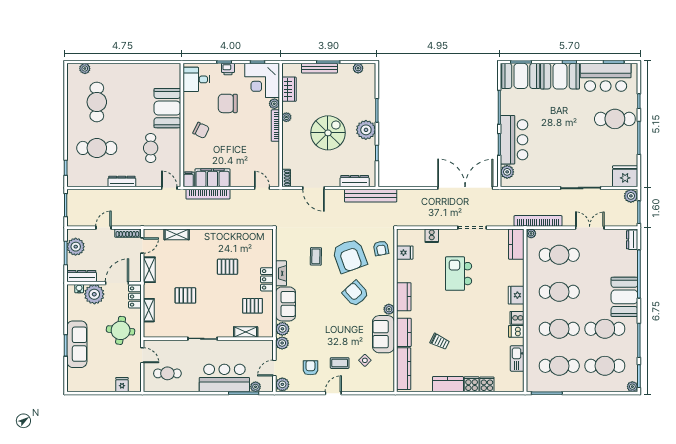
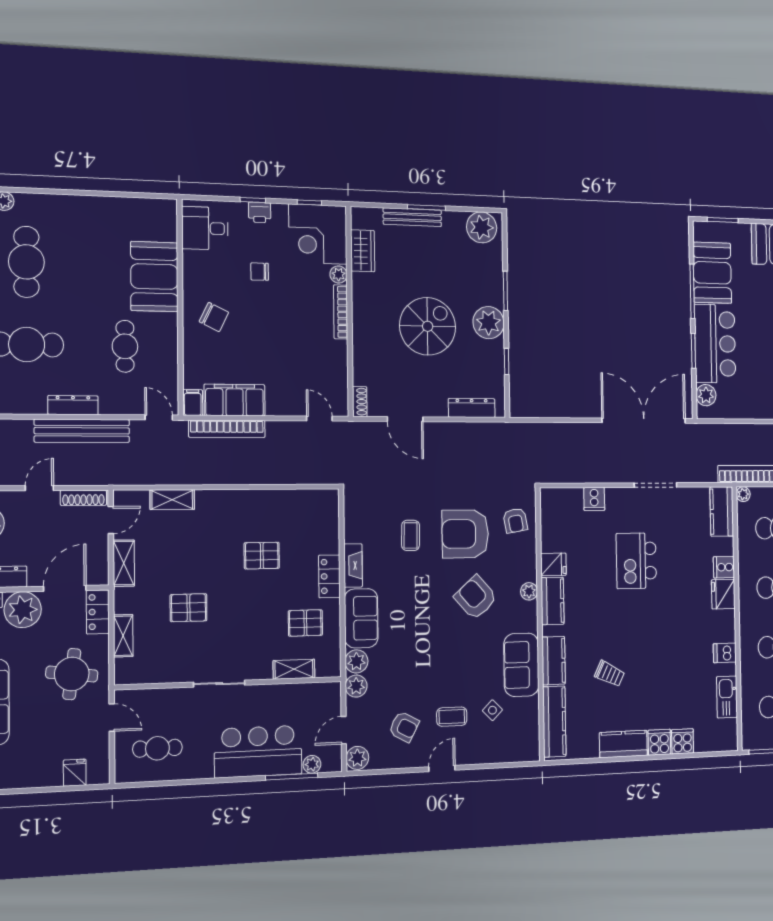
plant: (358, 68) -> (482, 227), width x1.88, depth x1.88
booth: (521, 76) -> (712, 273), moved, turned 90
chair: (228, 103) -> (260, 272), width x0.54, depth x0.54
plant: (286, 117) -> (359, 298), removed
bench: (371, 196) -> (82, 431), moved
fridge: (405, 253) -> (553, 564), moved
armchair: (350, 256) -> (465, 534), turned 110
plant: (389, 309) -> (529, 591), moved
cooker: (517, 318) -> (724, 567), moved
armchair: (310, 368) -> (404, 727), turned 118

